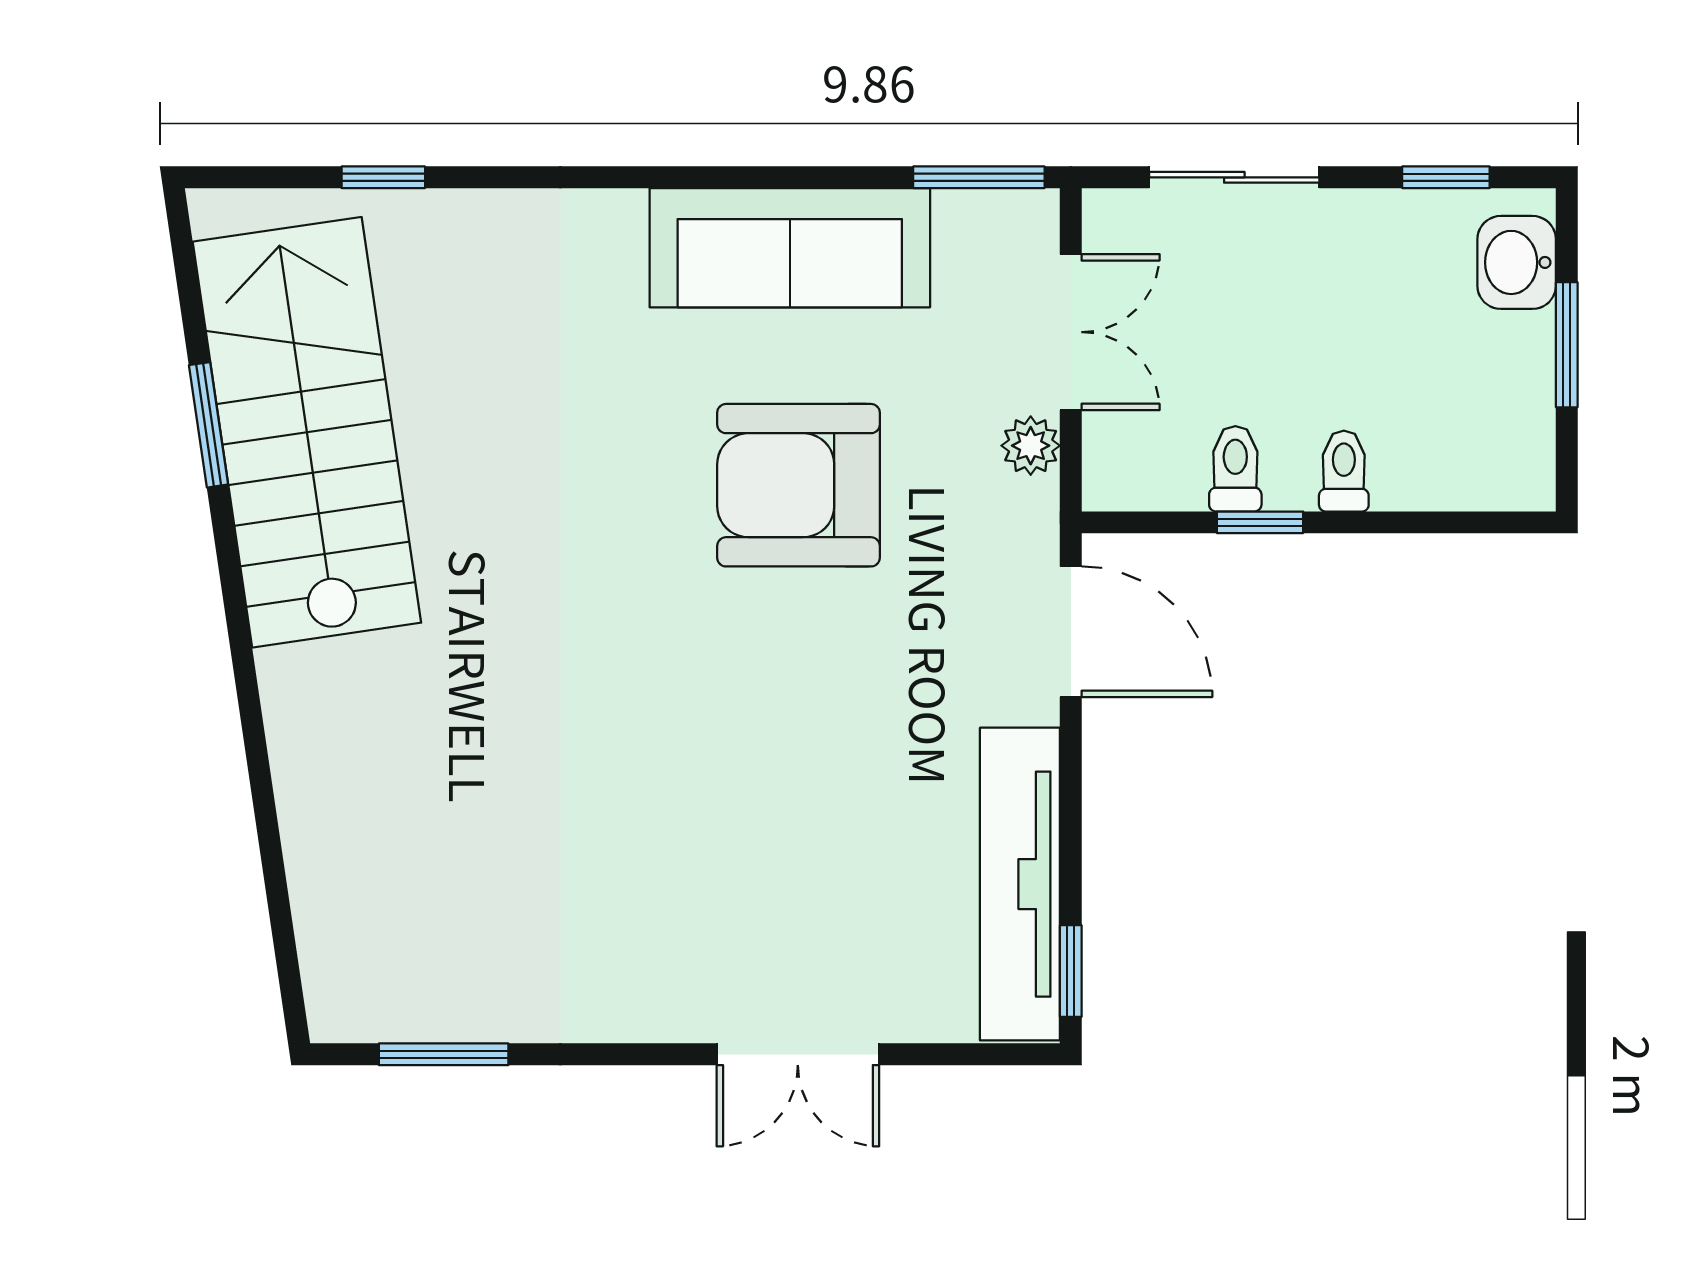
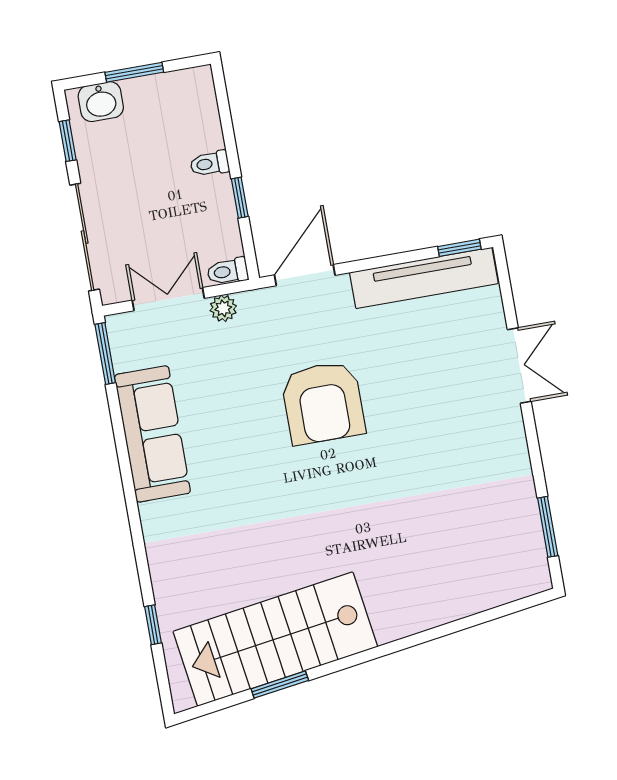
sliding door: (1234, 177) -> (85, 237), width x1.37
toilet: (1235, 469) -> (228, 271), moved
armchair: (798, 485) -> (323, 403), moved

